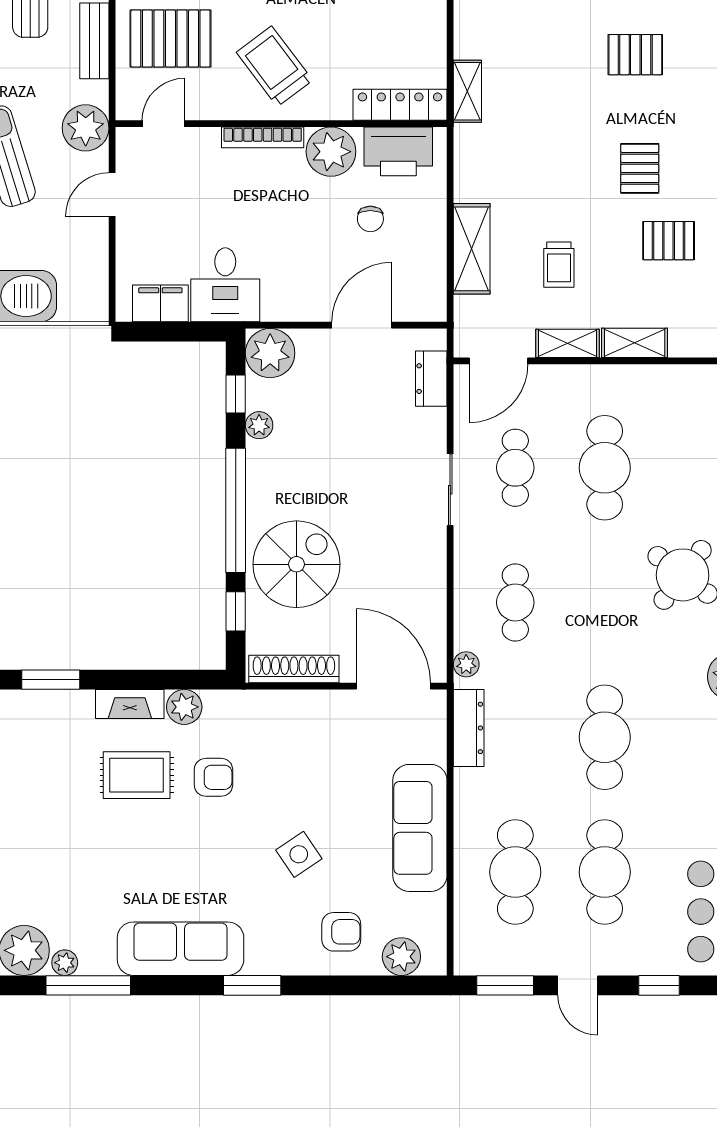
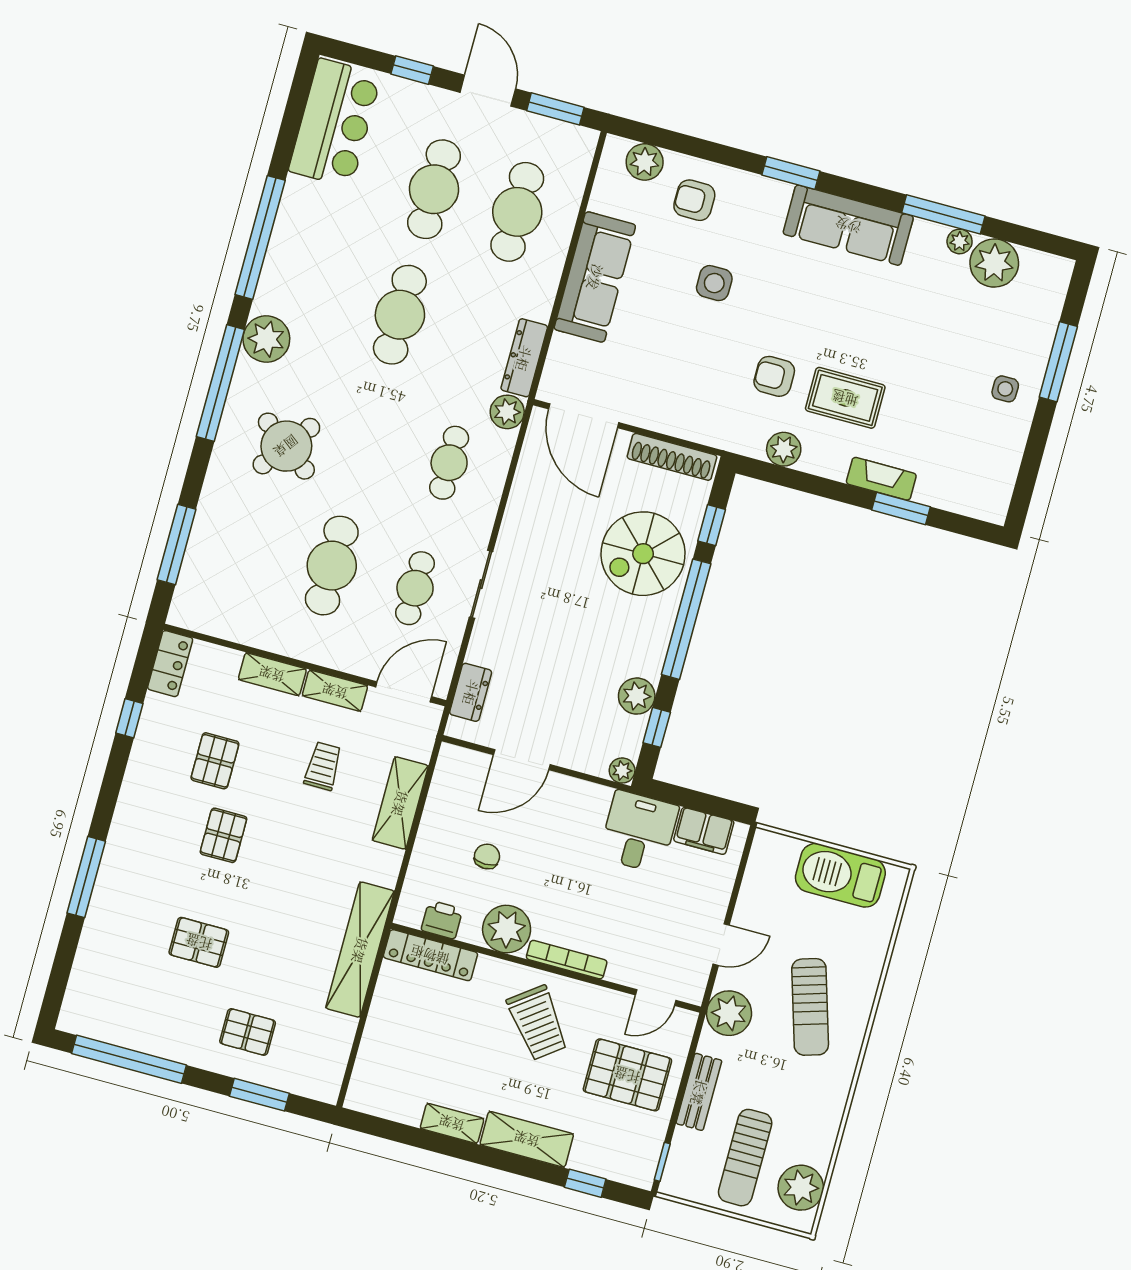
shelving: (467, 91) -> (360, 950), width x2.20, depth x1.33
printer: (398, 151) -> (442, 920), width x0.53, depth x0.68
pallet: (669, 241) -> (215, 761), turned 90
plant: (270, 353) -> (622, 771), width x0.53, depth x0.53
plant: (259, 425) -> (637, 696), width x1.38, depth x1.38
plant: (466, 664) -> (507, 412), width x1.38, depth x1.38
fireplace: (130, 704) -> (881, 479), moved
side table: (299, 854) -> (714, 283), turned 34
door: (578, 985) -> (488, 91), width x1.38

